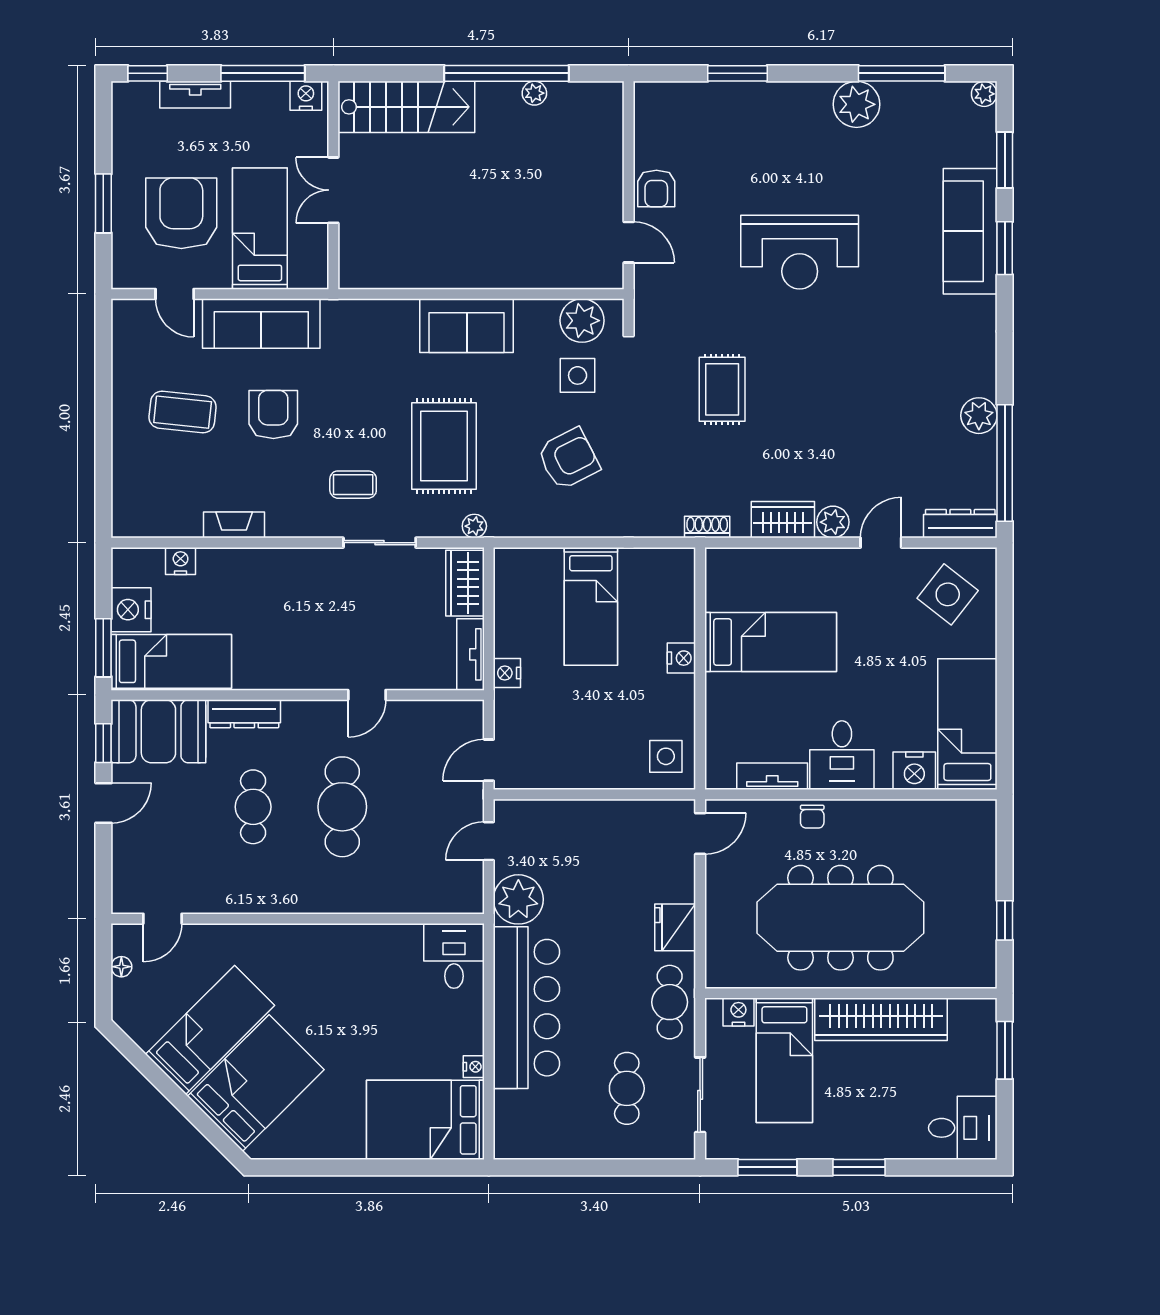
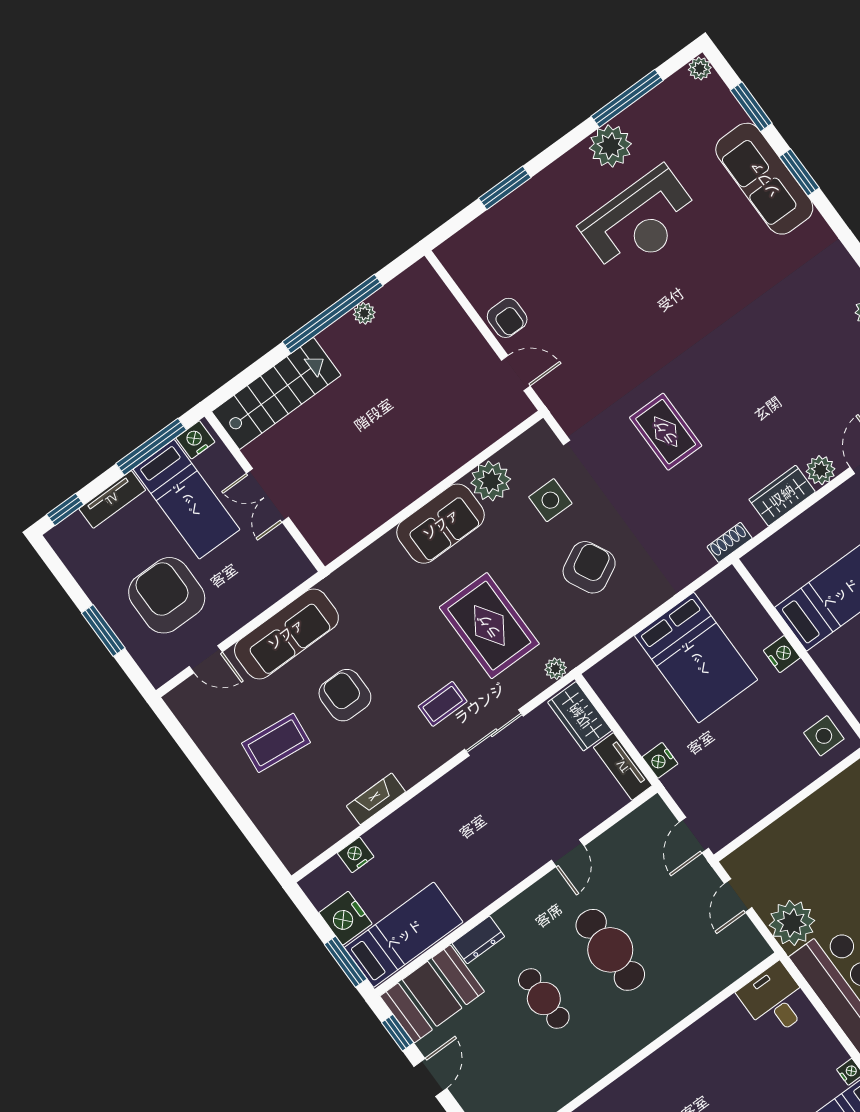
bed: (260, 229) -> (187, 499), moved, turned 180
reception desk: (800, 252) -> (640, 221), moved
plant: (582, 321) -> (491, 481), moved
bed: (591, 606) -> (696, 658), width x1.50
dresser: (244, 714) -> (478, 940), width x0.70

